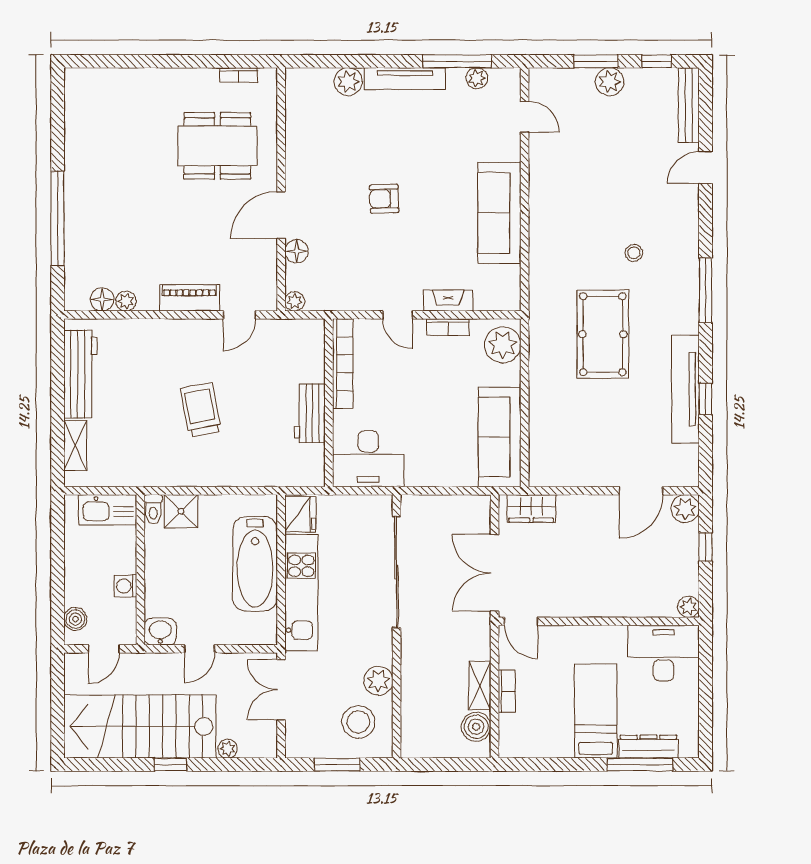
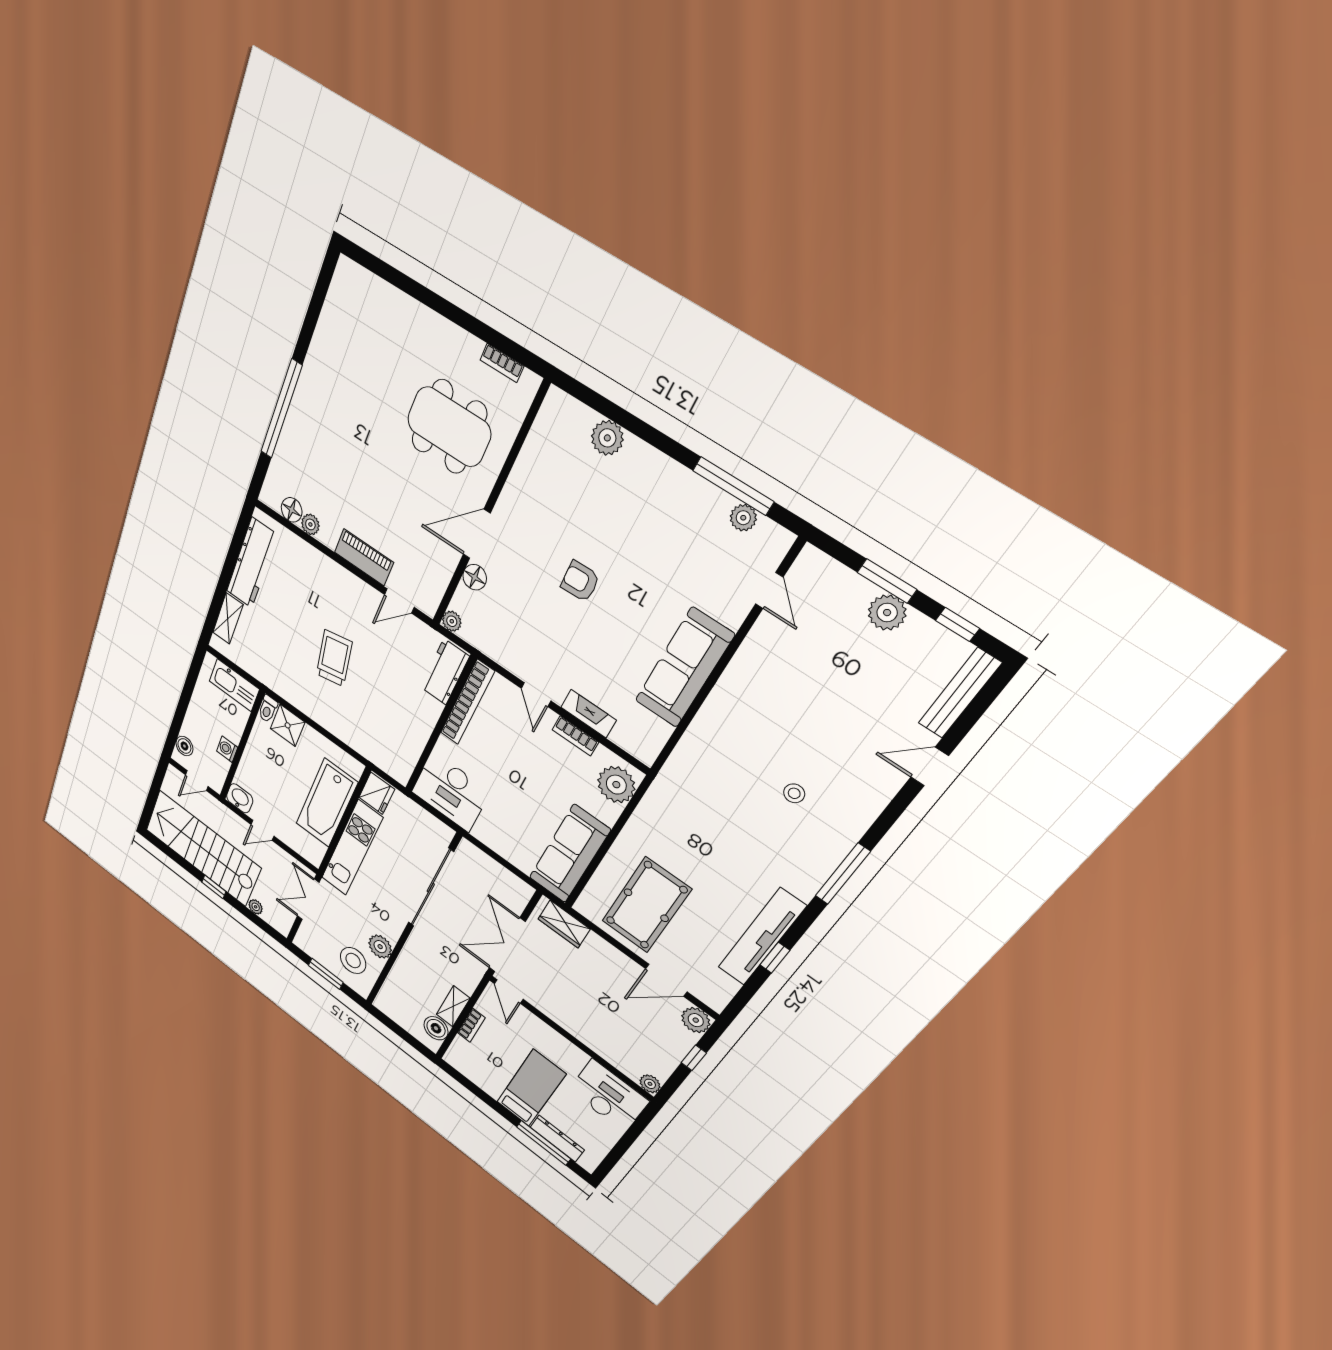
tv unit: (405, 79) -> (667, 471), removed
pool table: (603, 334) -> (646, 905), moved
workbench: (310, 413) -> (445, 672), moved

